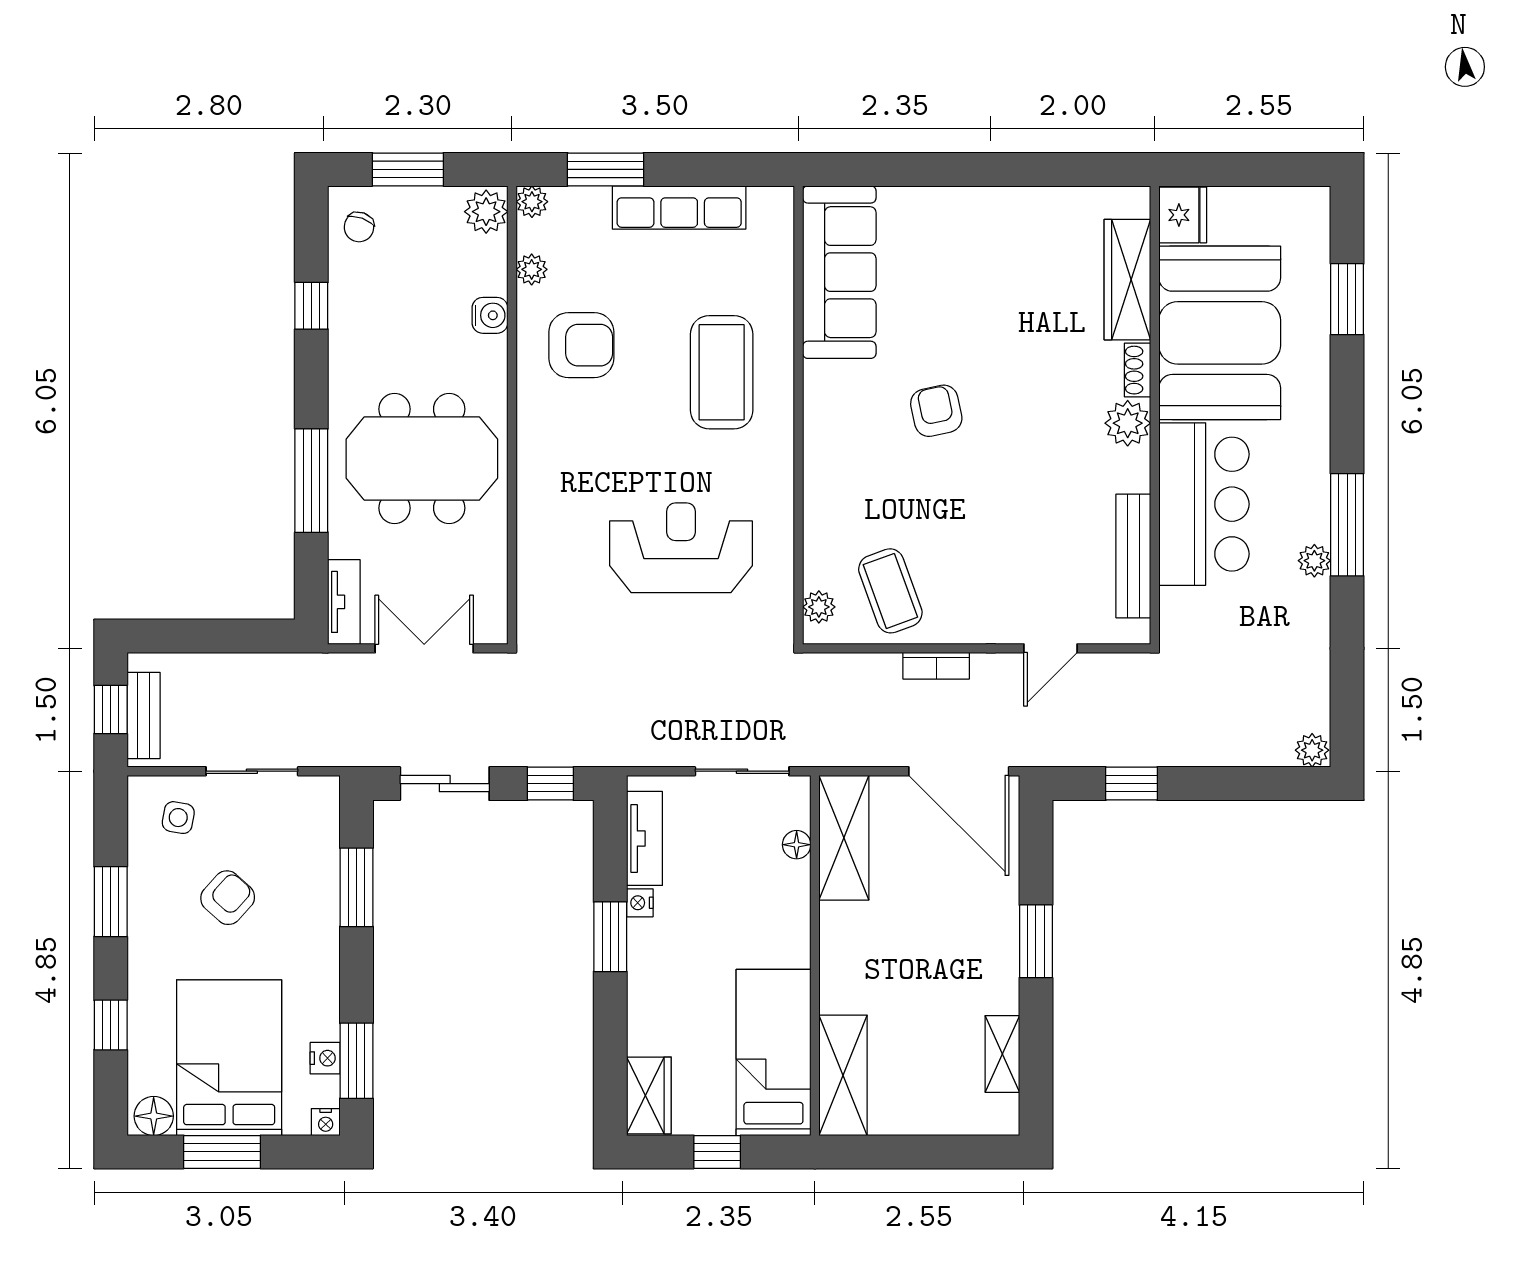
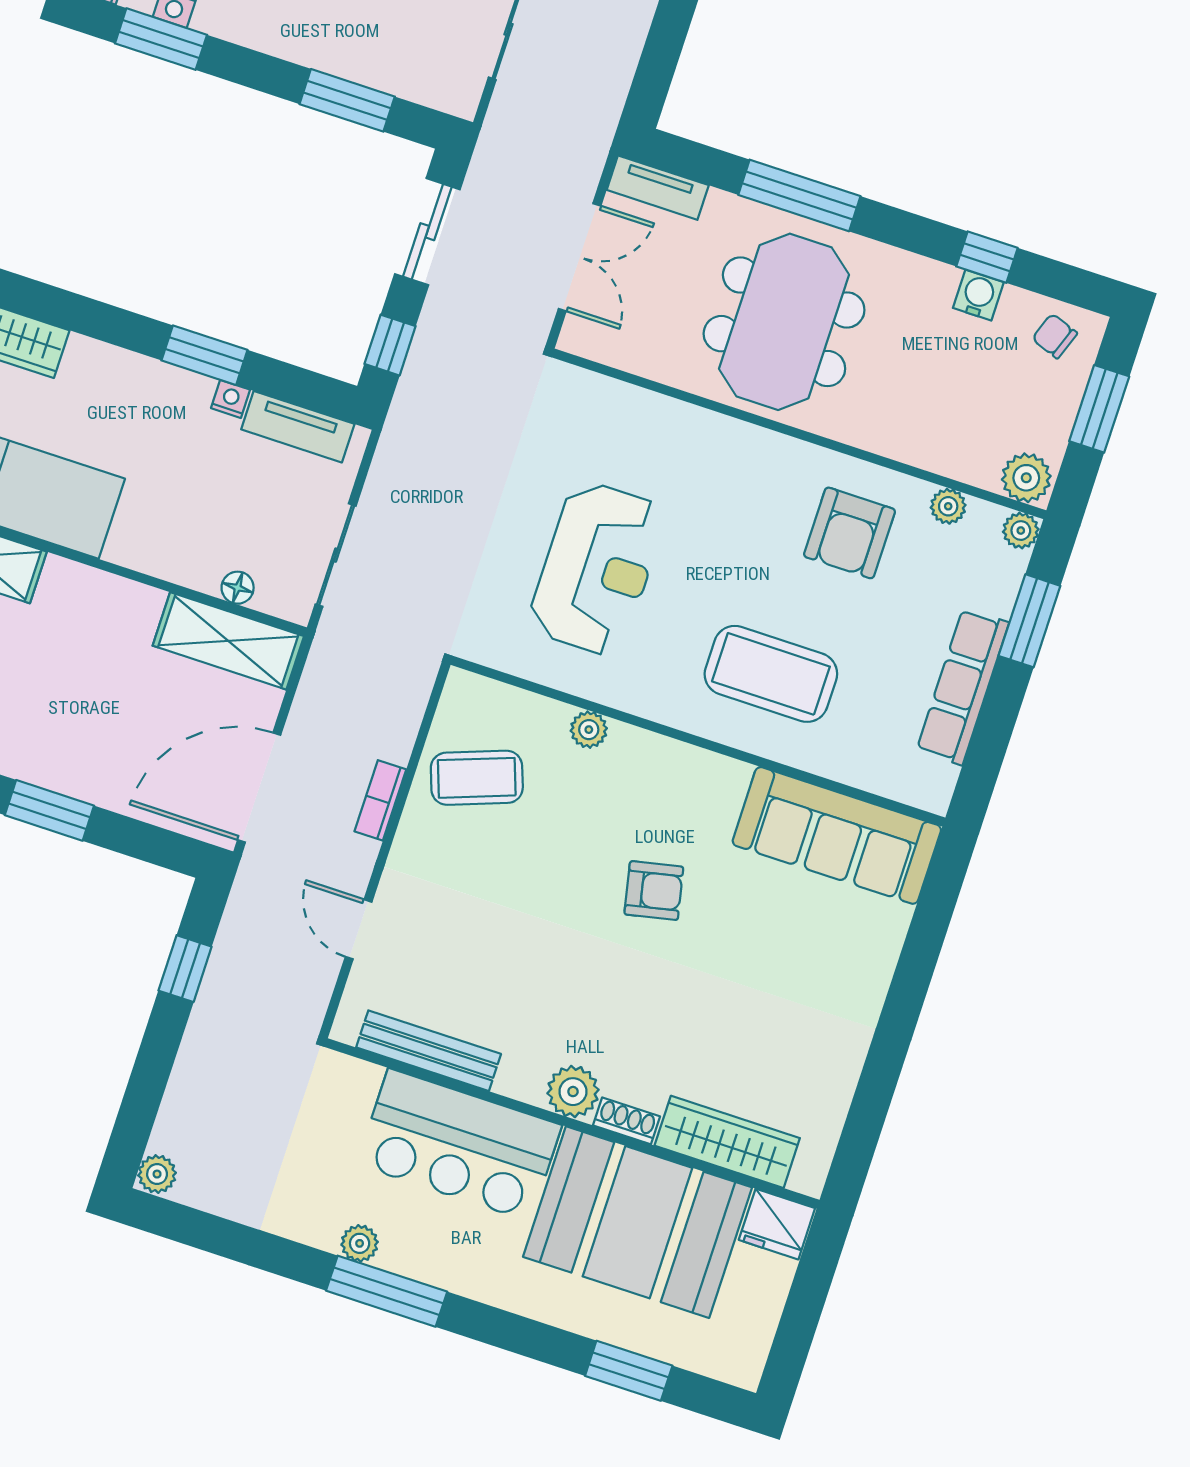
water cooler: (490, 315) -> (978, 295), moved, turned 180
plant: (819, 607) -> (589, 730), moved

